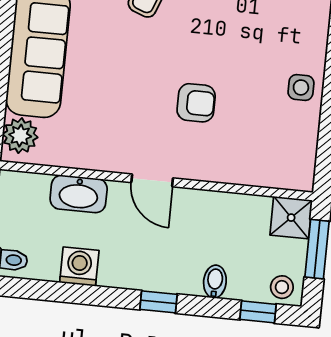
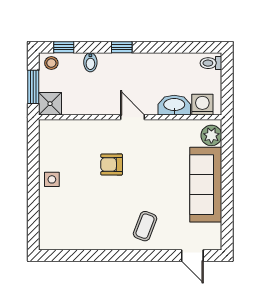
washing machine: (79, 267) -> (202, 105), moved, turned 180

